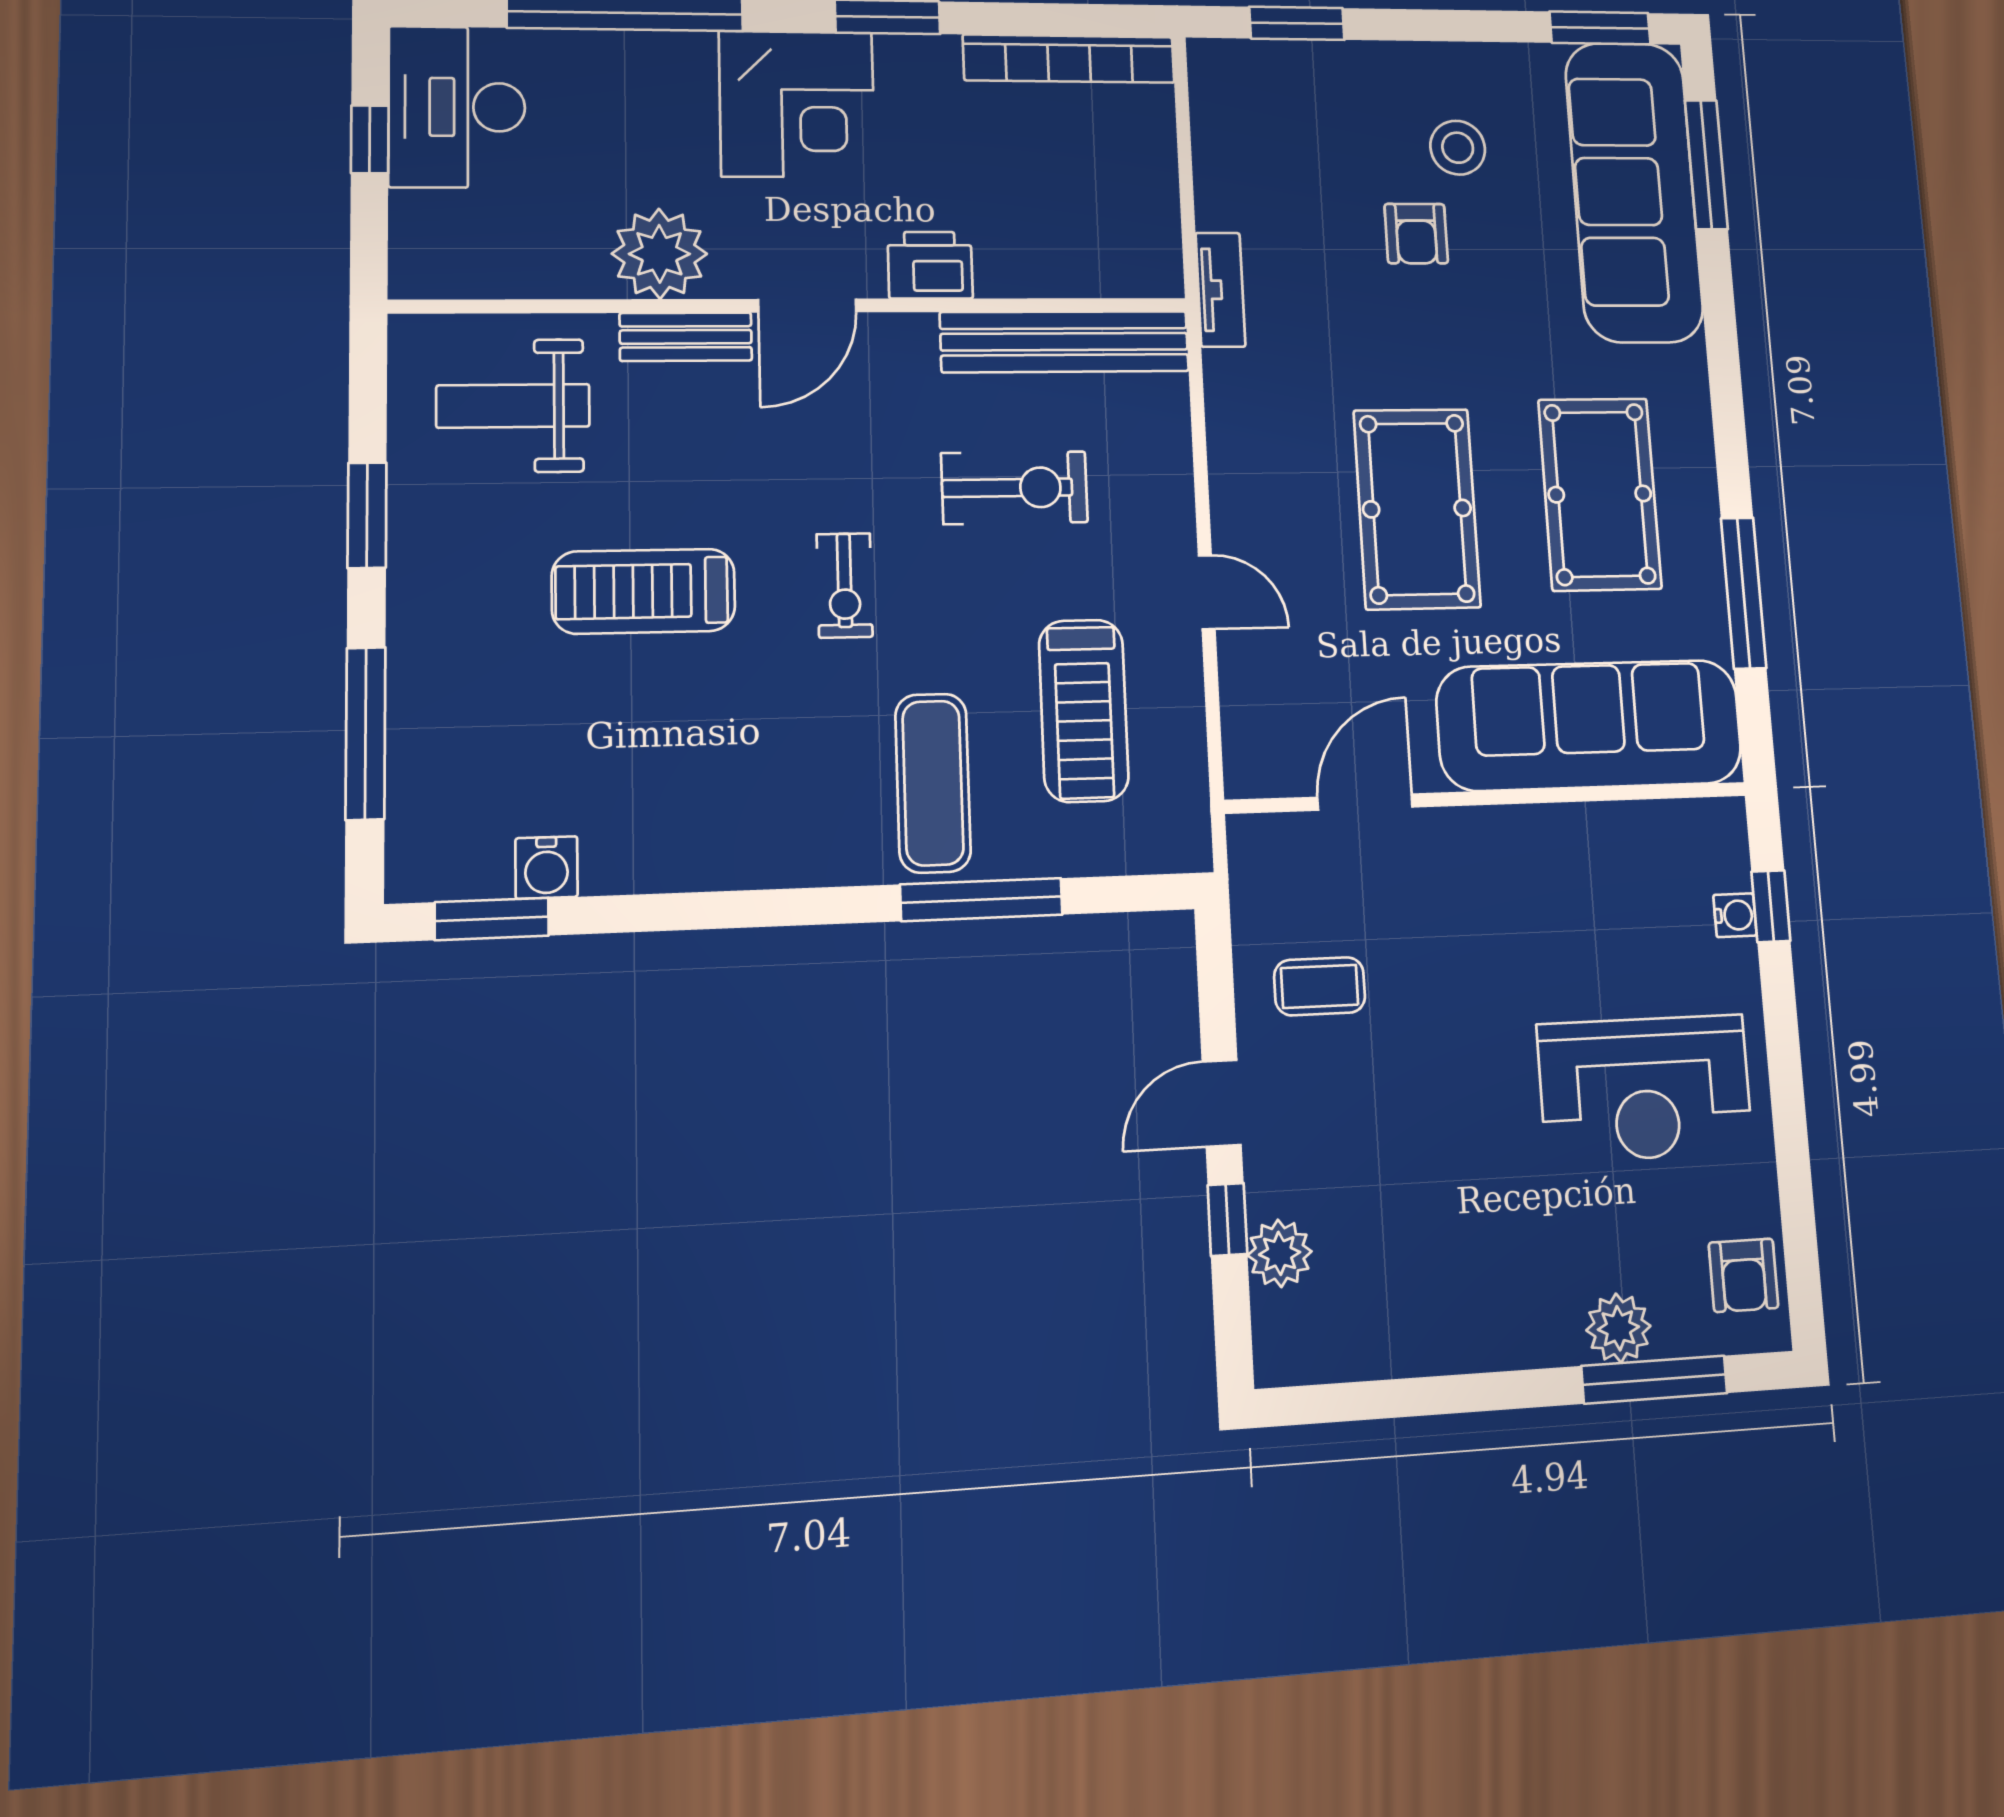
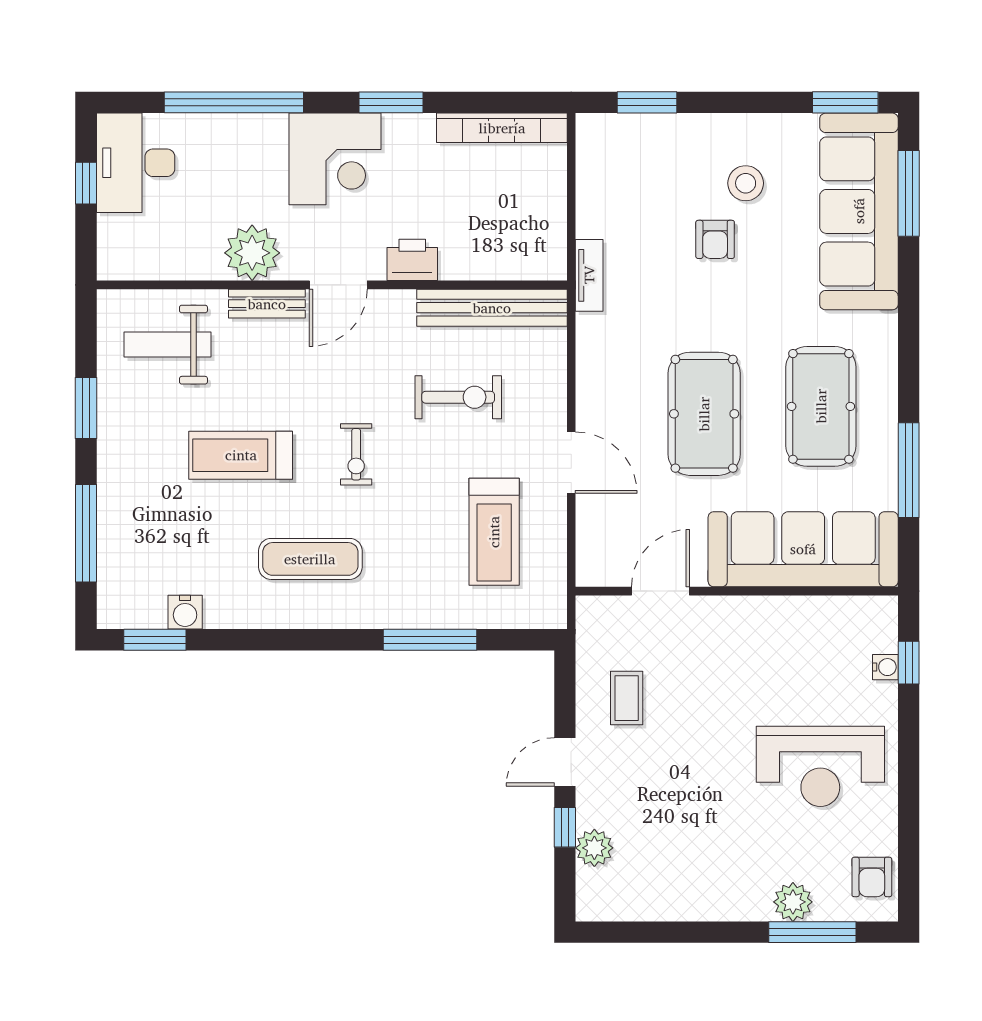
door: (1207, 592) -> (571, 463), width x1.38
exercise mat: (933, 783) -> (310, 559), moved, turned 90
coffee table: (1320, 986) -> (627, 698), turned 90

